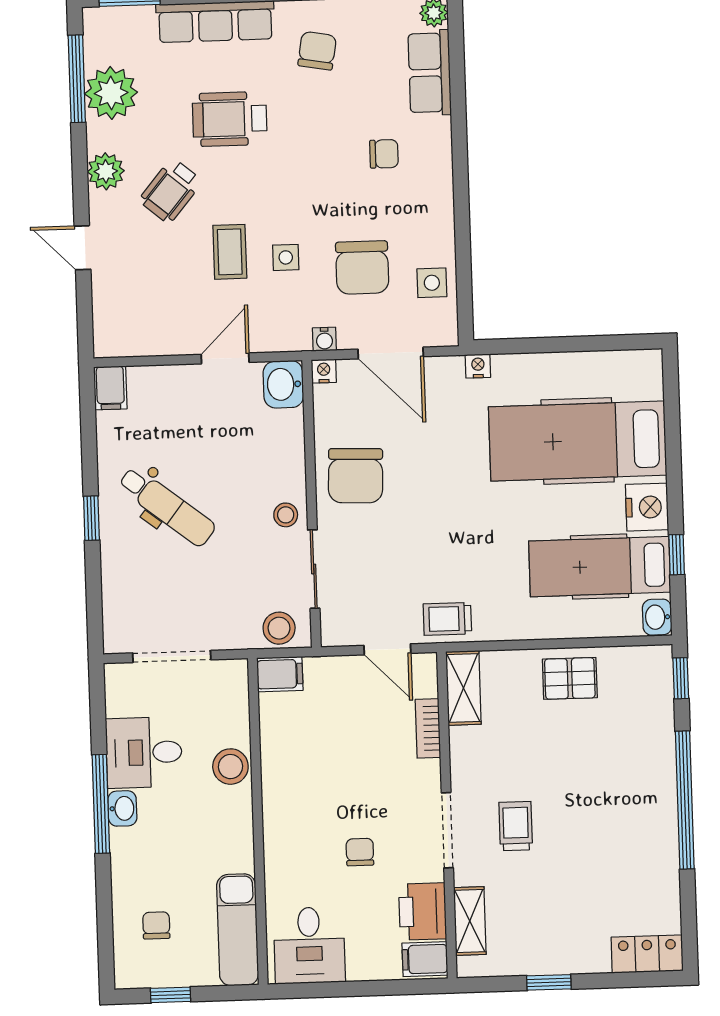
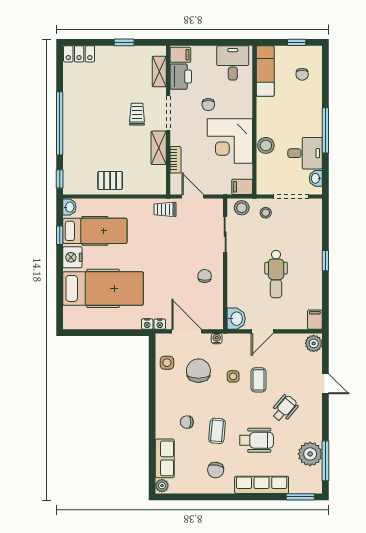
coffee table: (317, 137) -> (217, 431), added
plant: (106, 171) -> (314, 343), moved
nightstand: (324, 371) -> (160, 324), moved
chair: (356, 476) -> (205, 276), width x0.54, depth x0.54
dental chair: (167, 507) -> (276, 274), moved, turned -128
stool: (286, 515) -> (266, 213), moved
trolley: (447, 619) -> (165, 209), turned 180
shelving: (463, 688) -> (159, 148), moved
corner desk: (310, 774) -> (230, 141), added
washbasin: (122, 808) -> (316, 178), moved
trolley: (516, 826) -> (137, 114), turned 180

